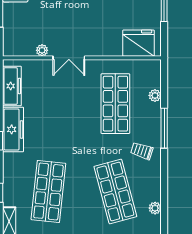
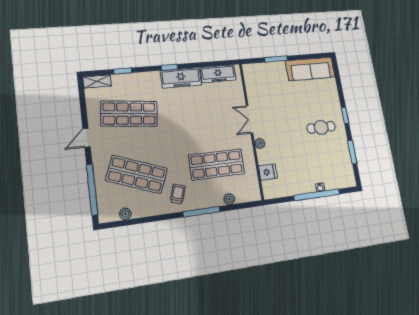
fridge: (138, 43) -> (268, 172), width x0.53, depth x0.75
plant: (42, 50) -> (260, 143), moved
shop shelf: (115, 191) -> (137, 174), turned 36

